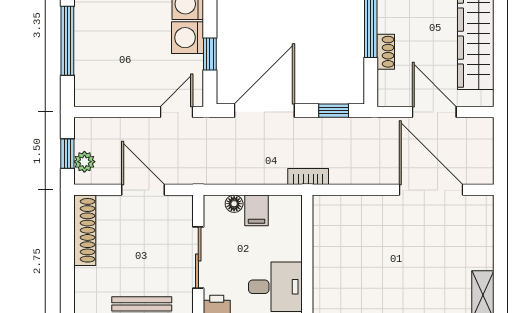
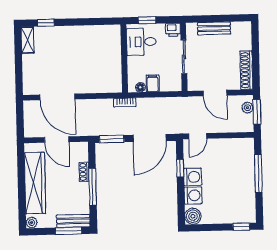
window: (334, 111) -> (112, 139), width x1.50
window: (67, 154) -> (257, 112), width x1.50
floor lamp: (234, 204) -> (140, 87), moved

